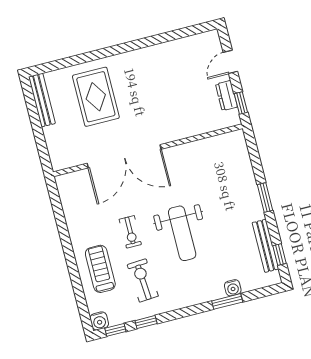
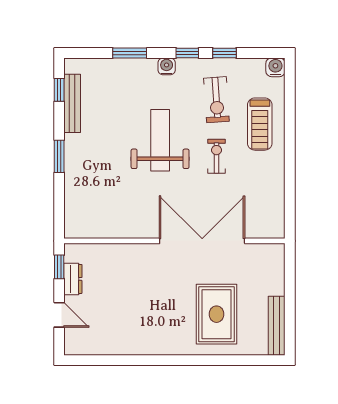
door: (230, 62) -> (59, 315), hinge flipped
water cooler: (233, 288) -> (167, 66), moved
window: (115, 330) -> (187, 53), moved

